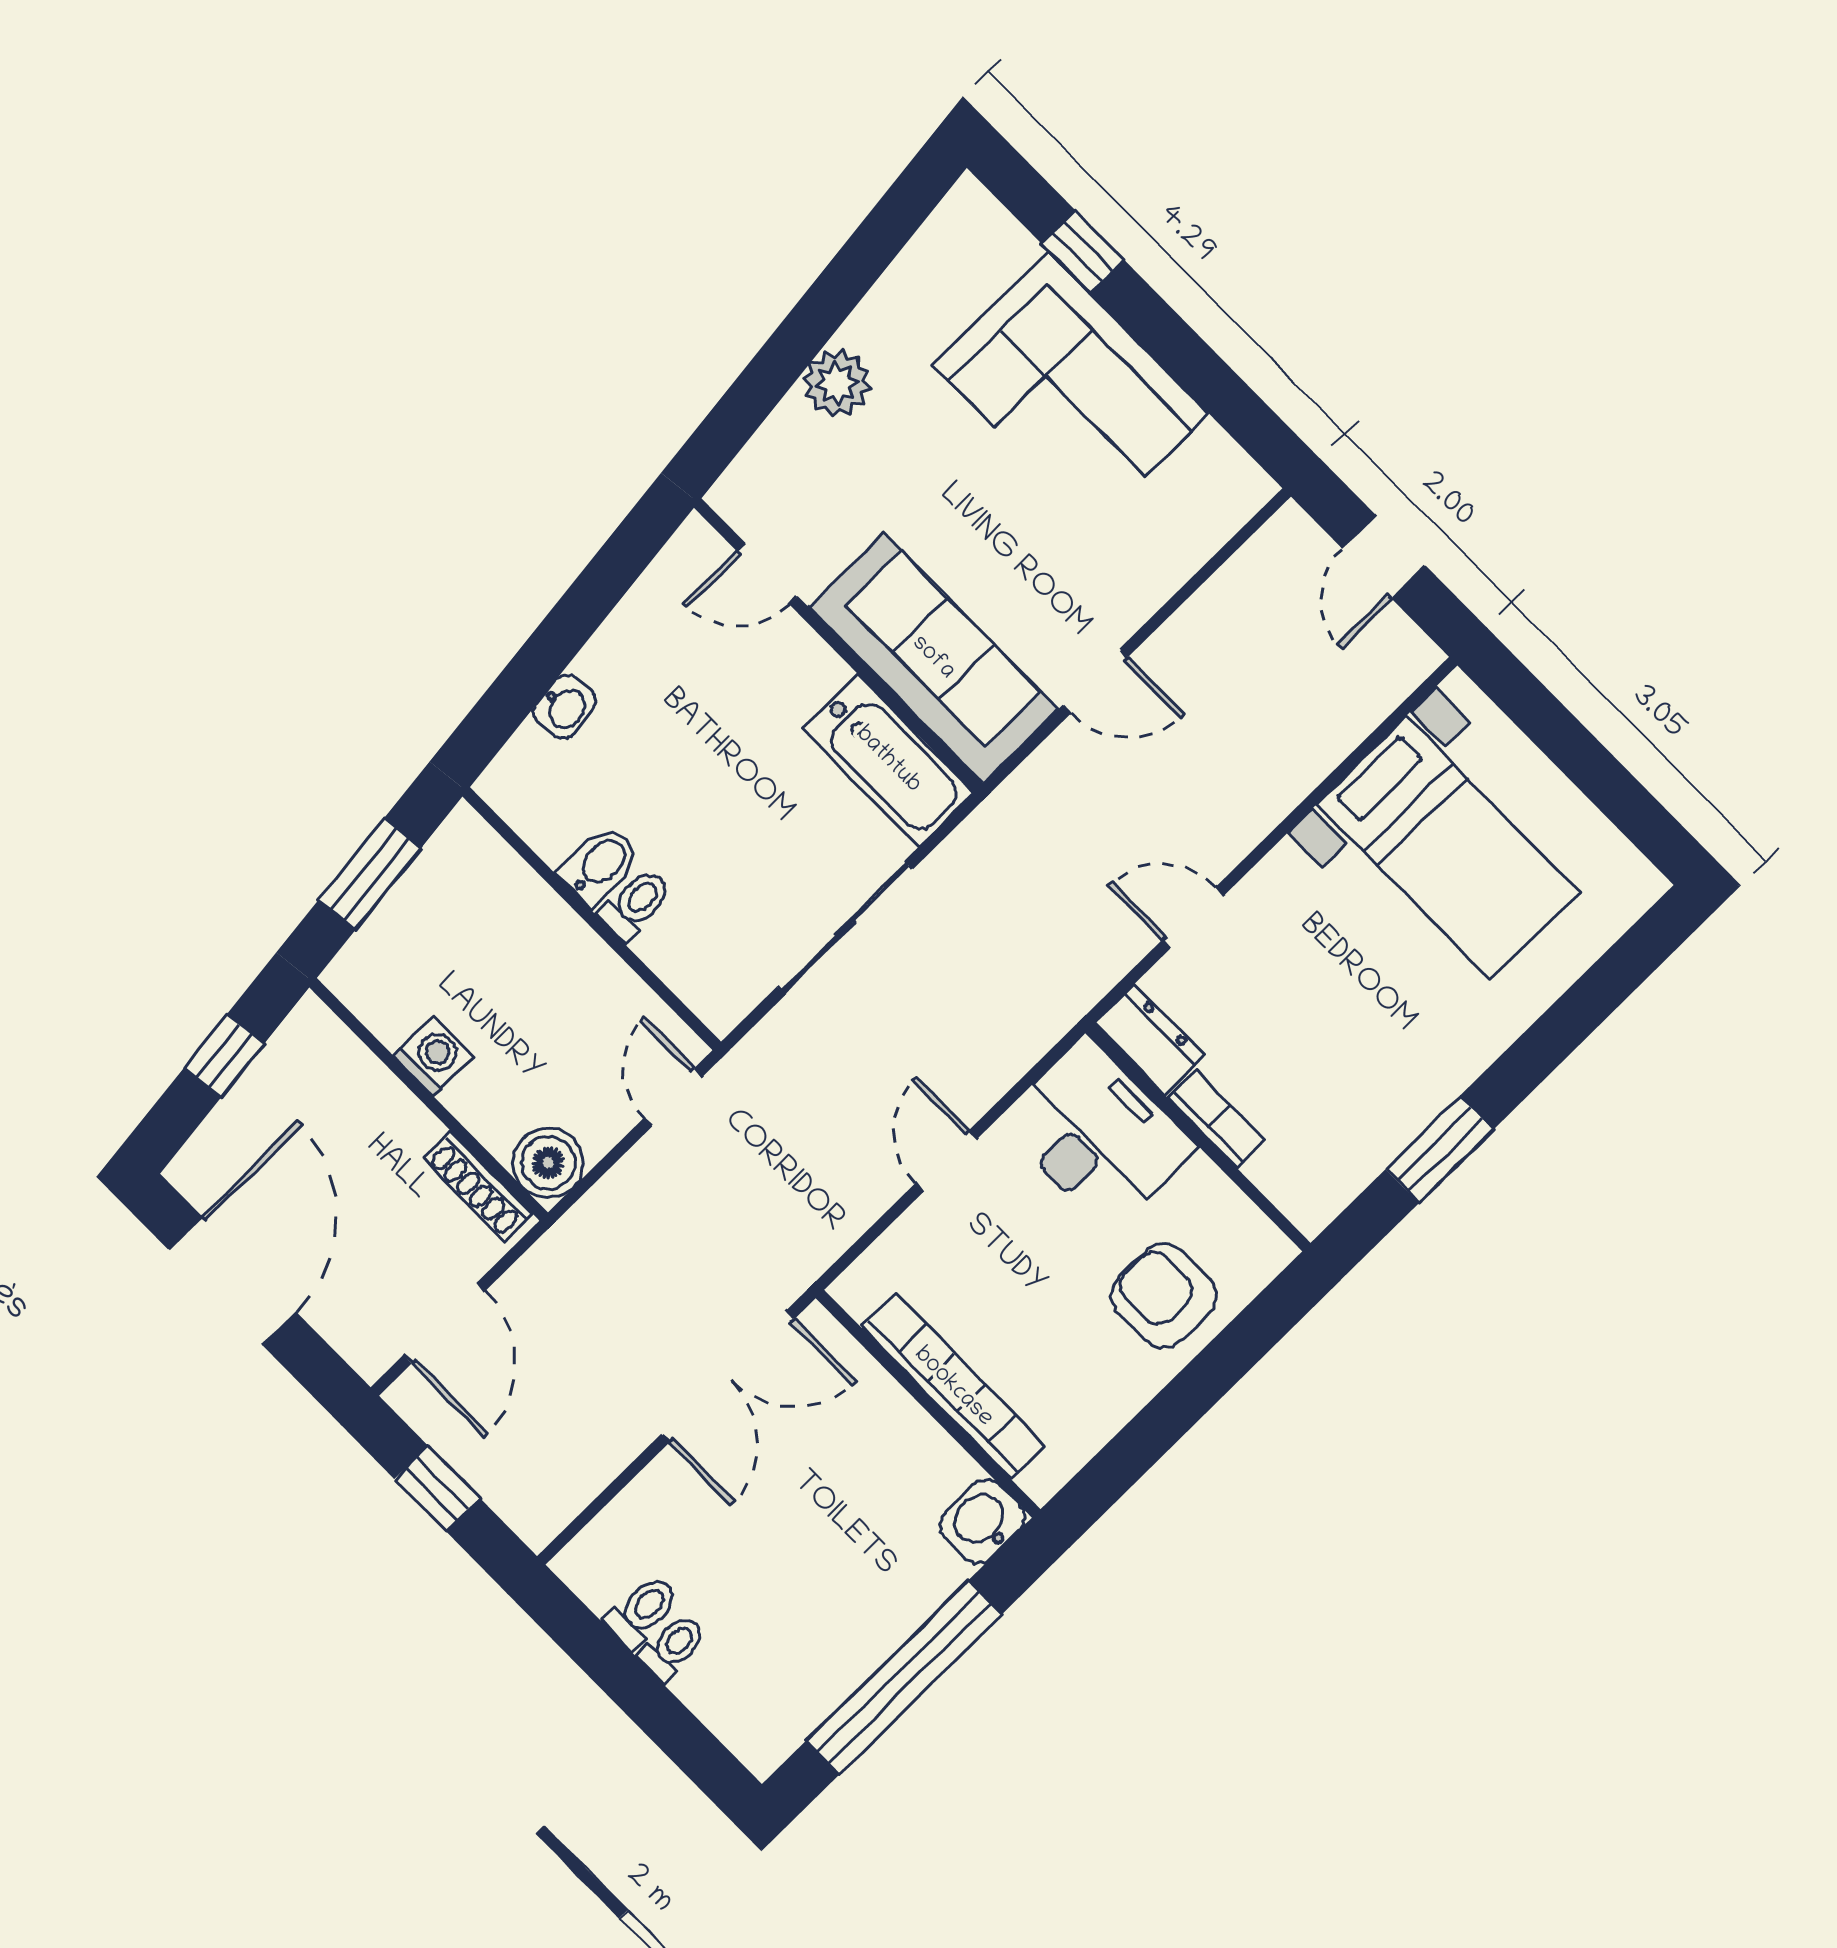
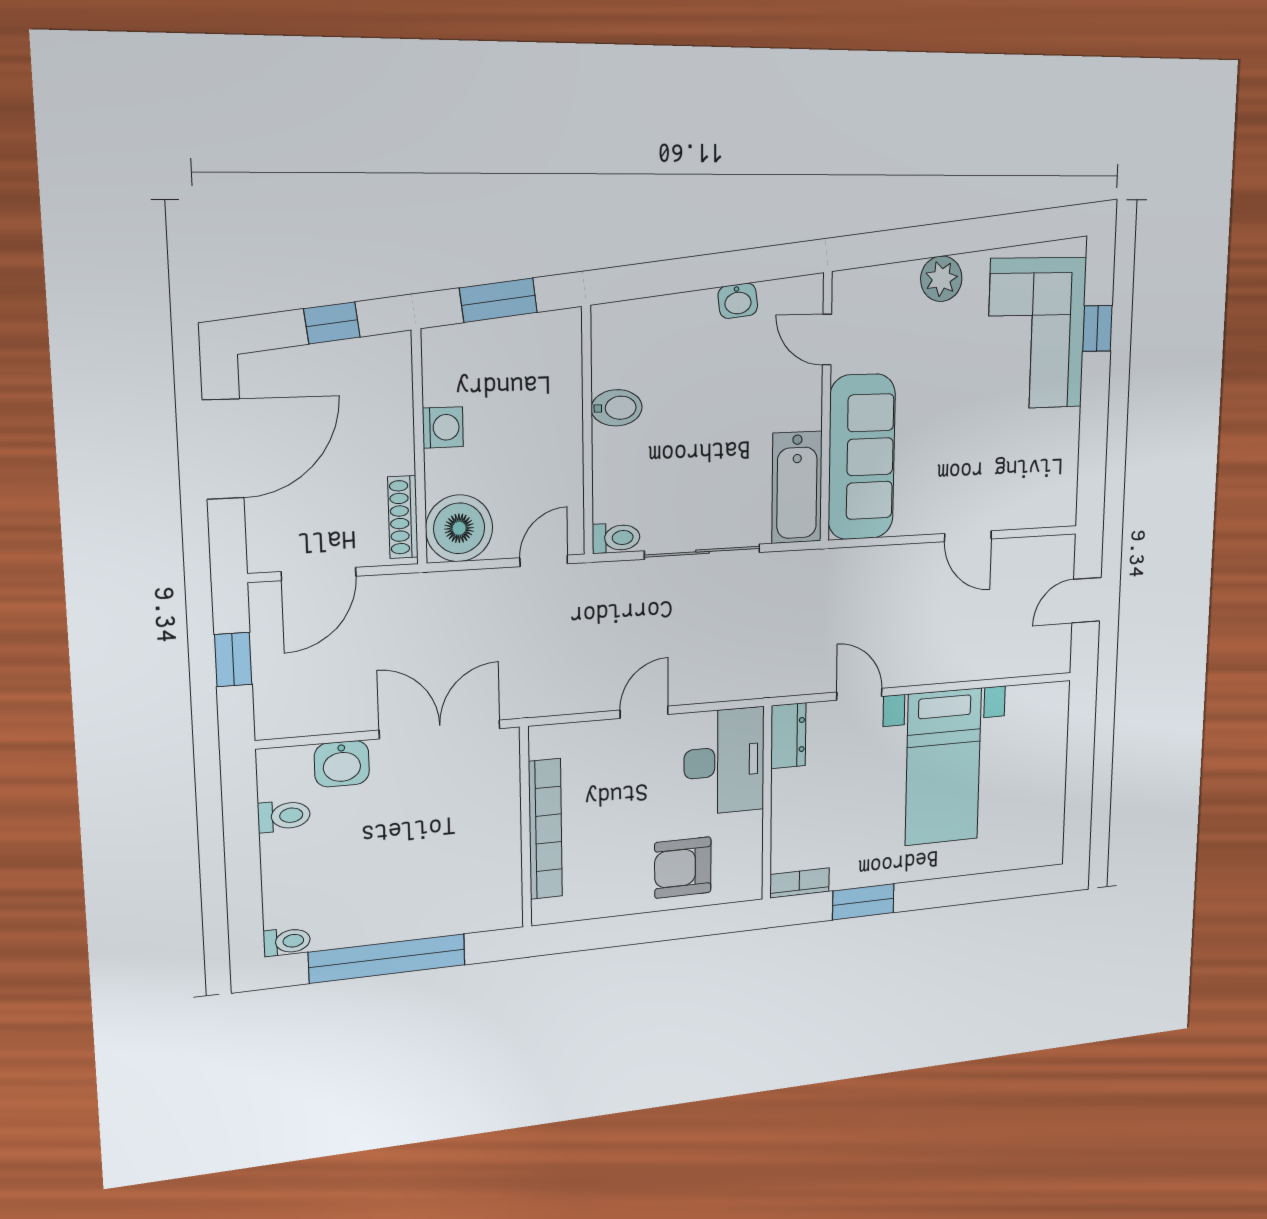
corner sofa: (1071, 389) -> (1036, 333), moved
door: (1095, 681) -> (968, 536), moved
washbasin: (565, 707) -> (738, 301), moved
bed with nightstands: (1448, 848) -> (943, 767), moved
toilet: (635, 904) -> (616, 538), moved
bookcase: (1216, 1119) -> (800, 883), moved, turned -90
boiler: (548, 1163) -> (459, 528), width x1.37, depth x1.37
armchair: (1164, 1296) -> (683, 868), turned -90
double door: (728, 1377) -> (440, 729), swing flipped
washbasin: (982, 1522) -> (342, 764), moved, turned 180
toilet: (673, 1647) -> (287, 941), moved

